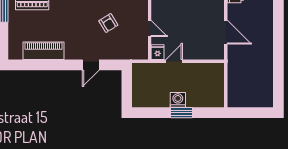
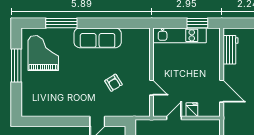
piano: (44, 51) -> (54, 108), removed
fridge: (158, 52) -> (192, 110), moved

